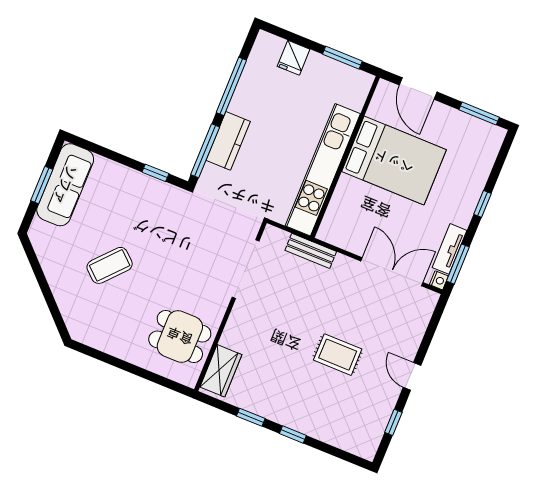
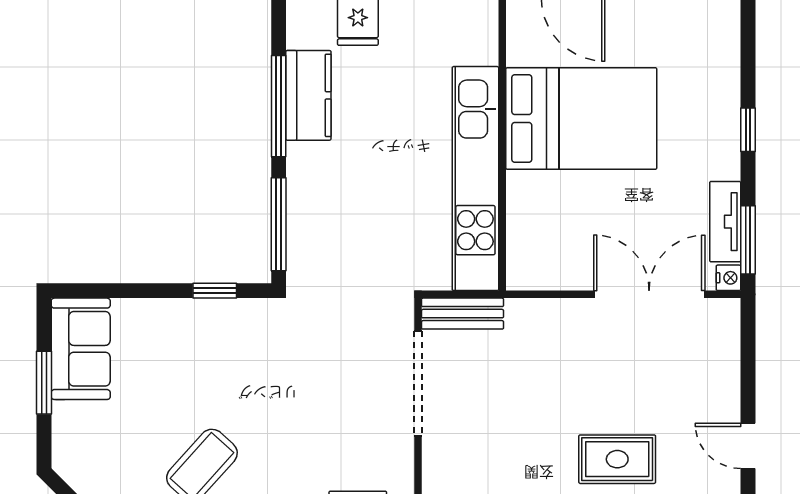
kitchen counter: (228, 141) -> (308, 95), moved
sofa: (65, 185) -> (81, 349), width x0.73
bench: (311, 251) -> (463, 314), moved

